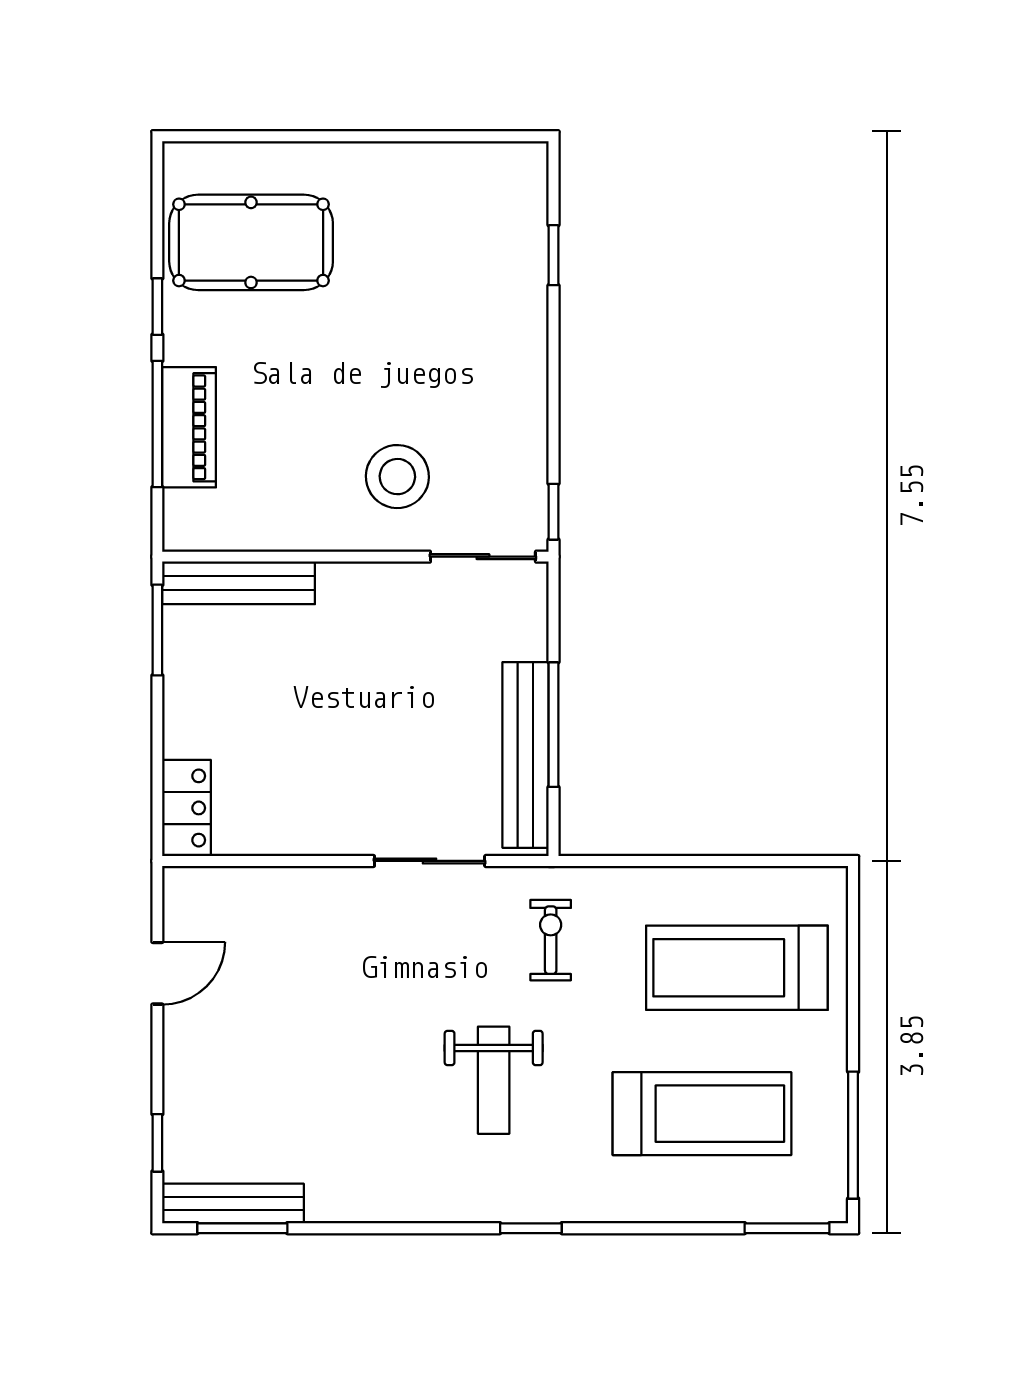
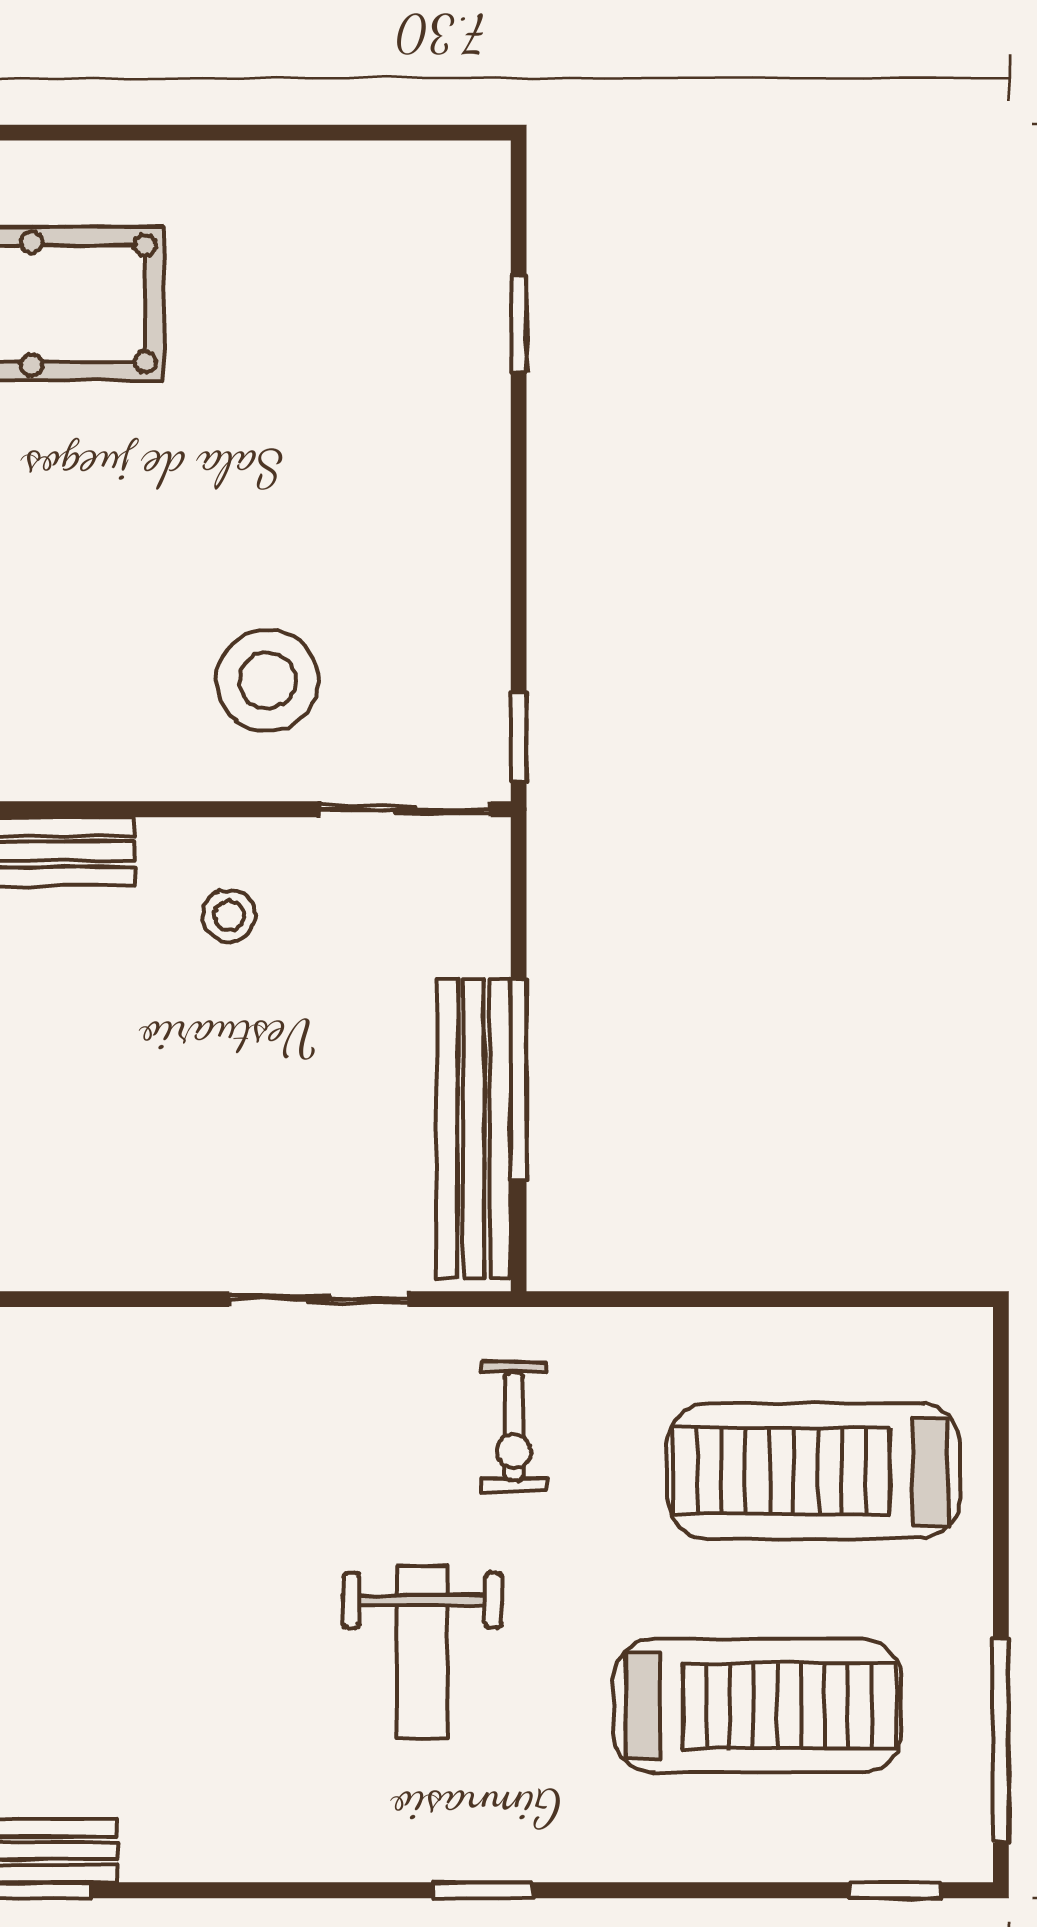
stool: (373, 623) -> (229, 916), added
exercise bike: (551, 940) -> (514, 1427), turned 180
window: (787, 1228) -> (895, 1890), width x0.67

